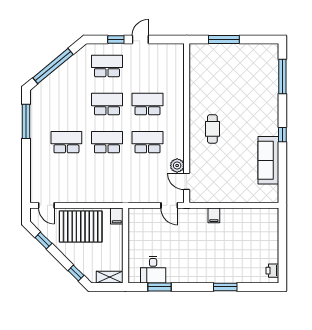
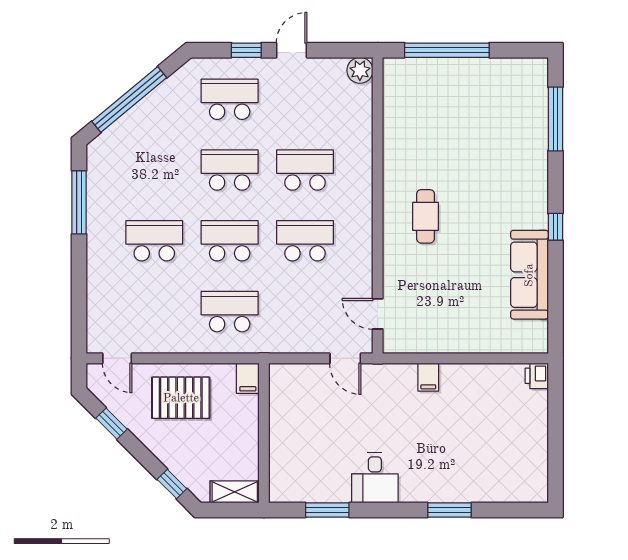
window: (224, 40) -> (447, 50), width x1.46
plant: (177, 165) -> (360, 70), moved
school desk: (107, 180) -> (230, 312), added
pallet: (81, 227) -> (181, 398), width x0.73, depth x0.71
desk: (153, 270) -> (375, 478), moved
printer: (272, 271) -> (537, 376), moved

